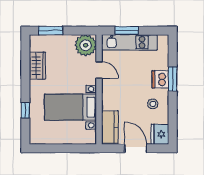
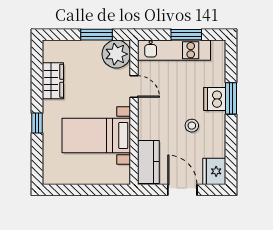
window: (51, 31) -> (97, 35), moved
window: (127, 31) -> (186, 35), moved
stool: (153, 104) -> (192, 126), moved
window: (25, 110) -> (37, 123), moved

